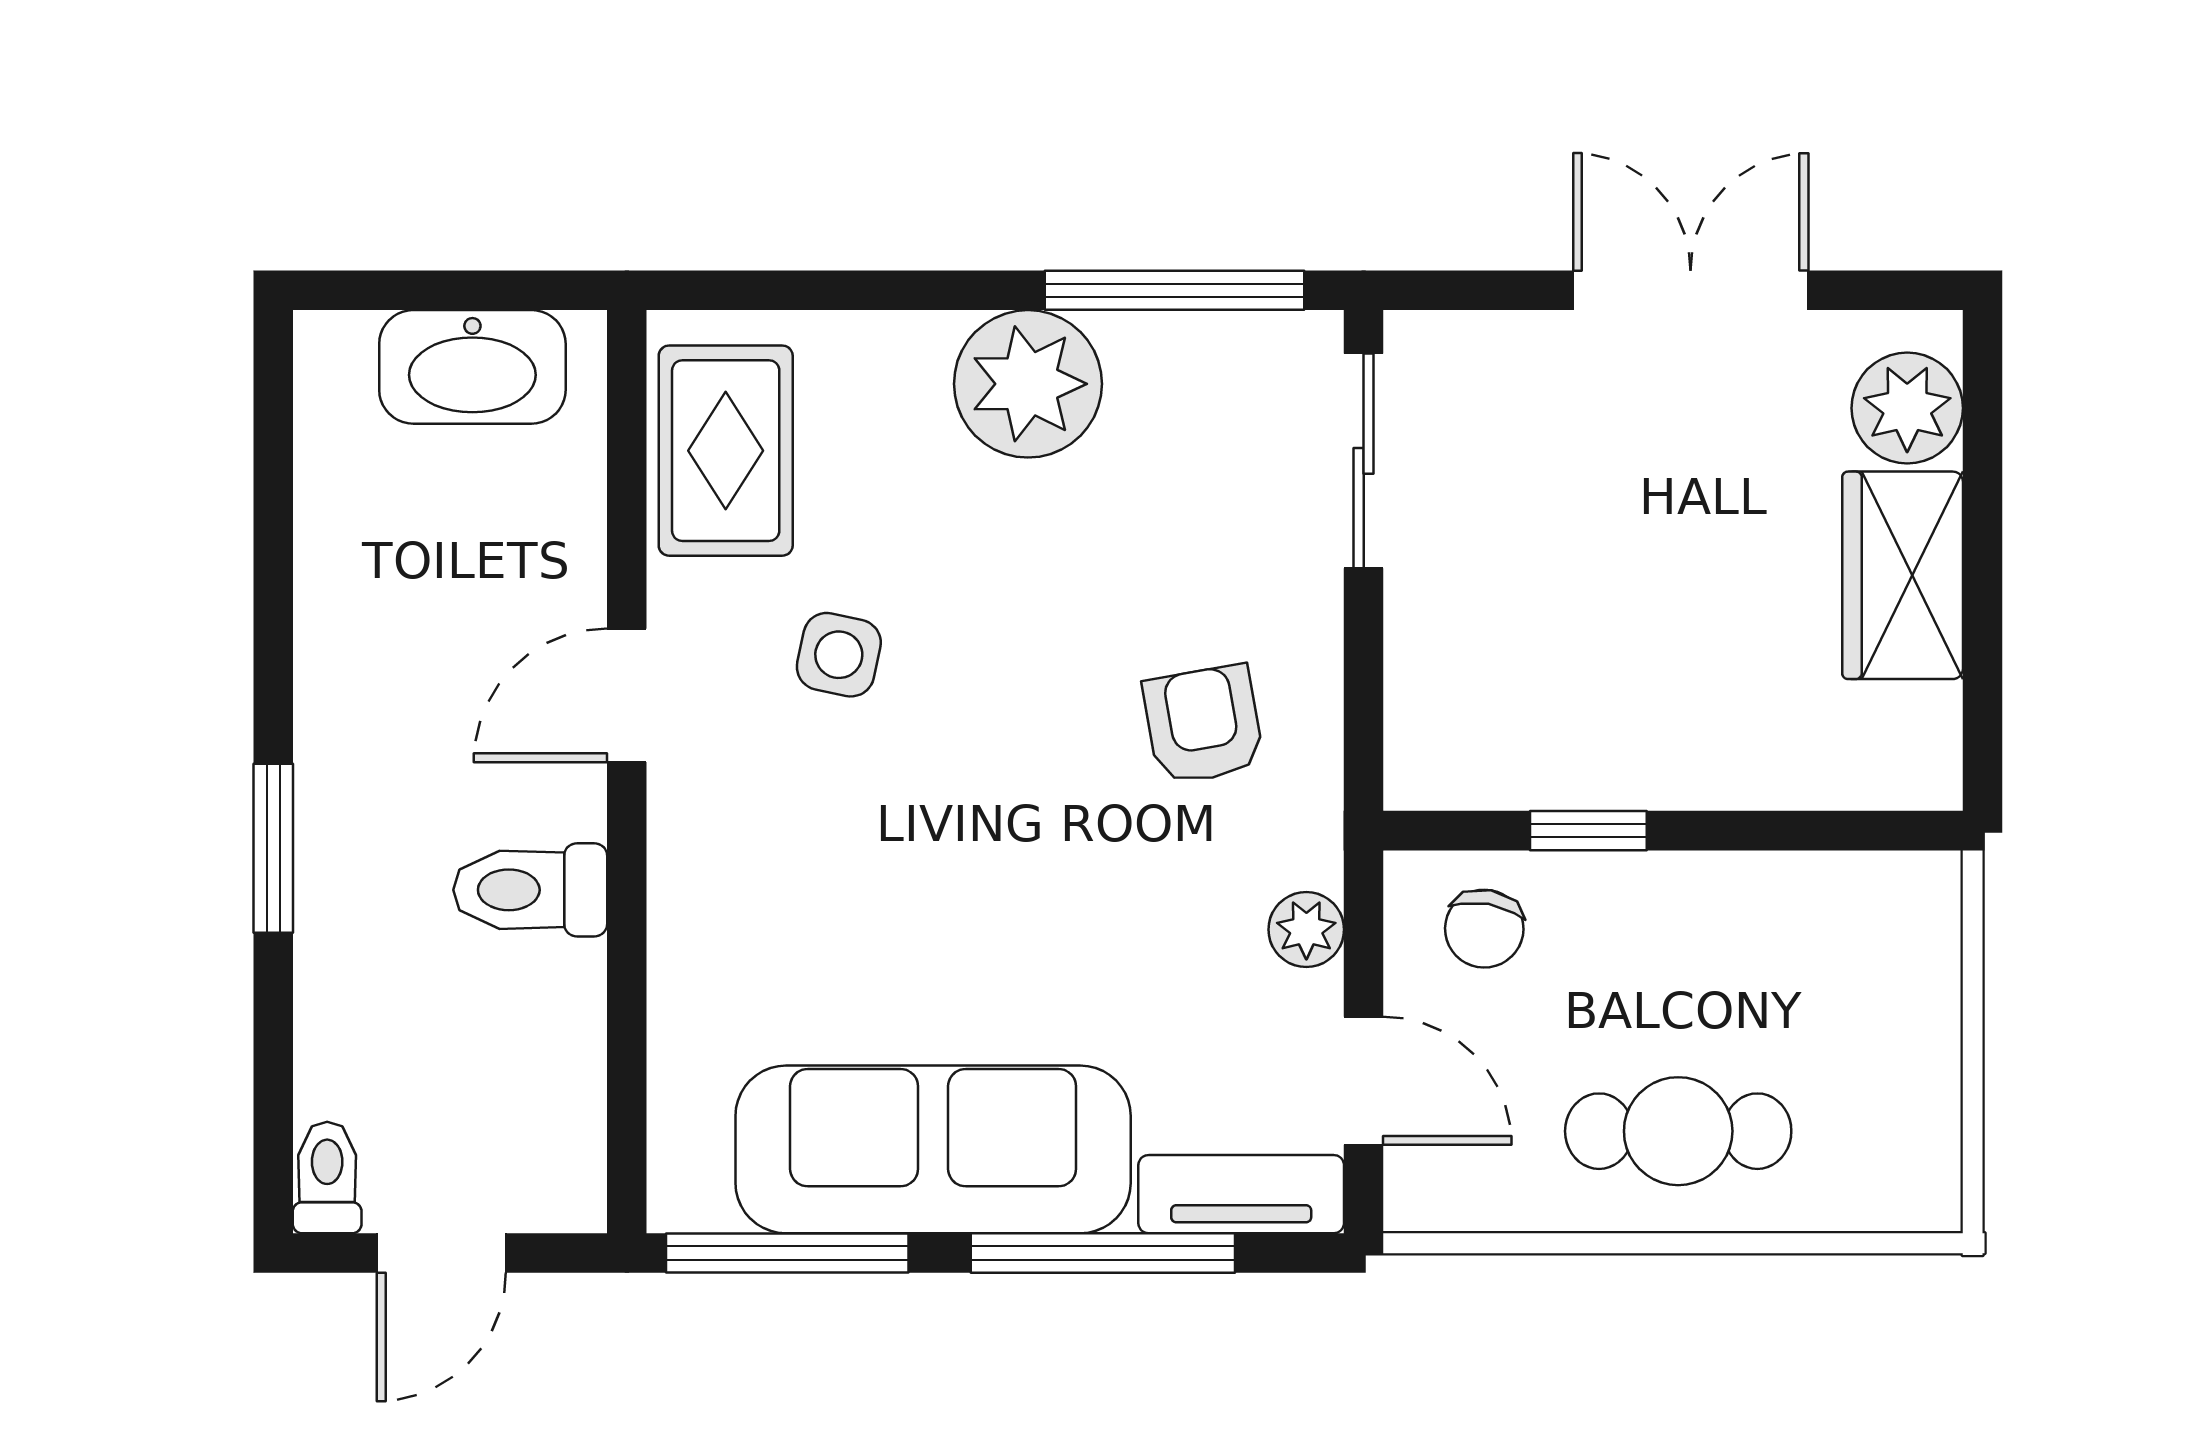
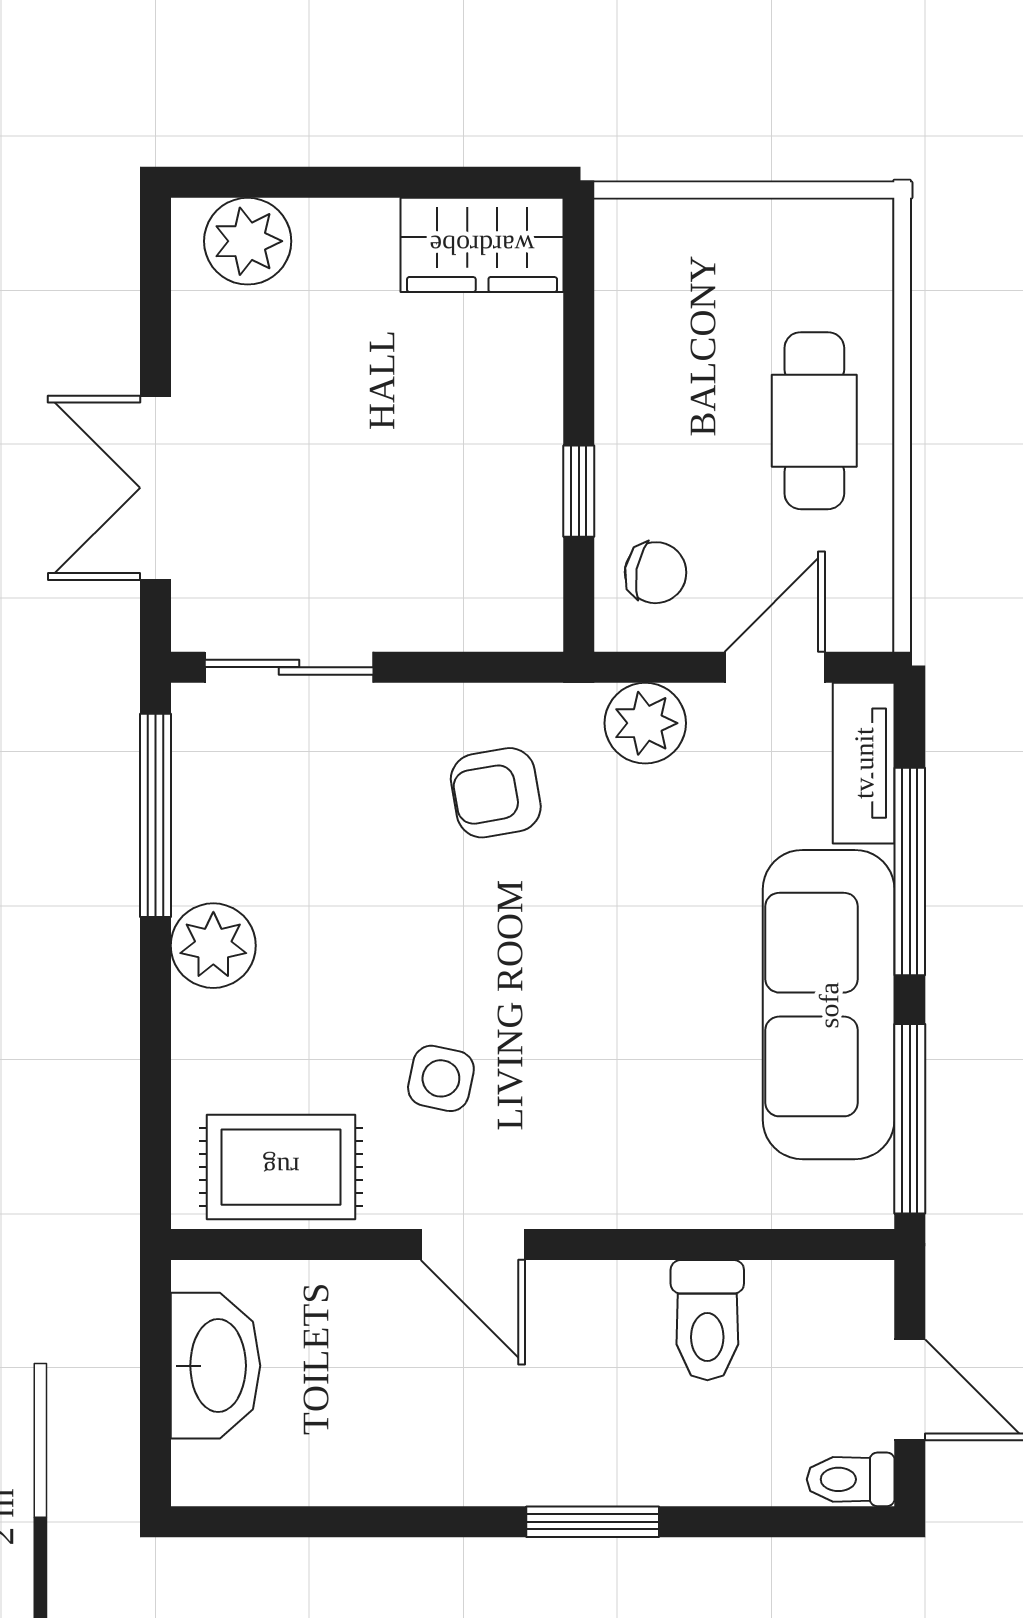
double door: (1691, 290) -> (155, 488), moved
plant: (1028, 384) -> (213, 946), width x0.73, depth x0.73
wardrobe: (1903, 575) -> (482, 245), moved
toilet: (530, 890) -> (707, 1320), moved
plant: (1306, 930) -> (645, 723), width x1.38, depth x1.38

